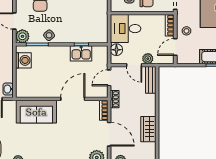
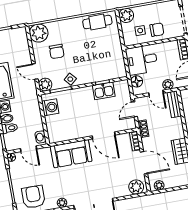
door: (73, 99) -> (104, 135), swing flipped

